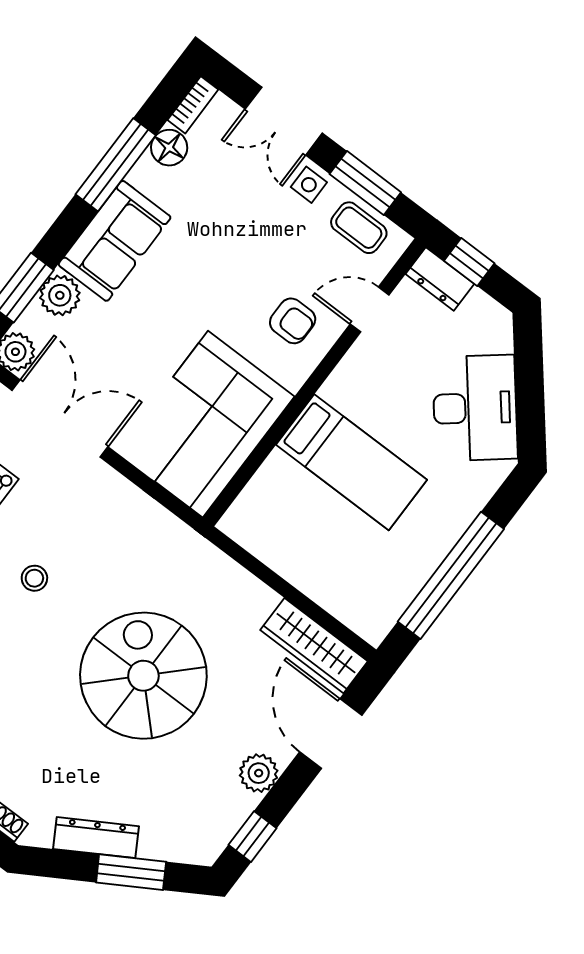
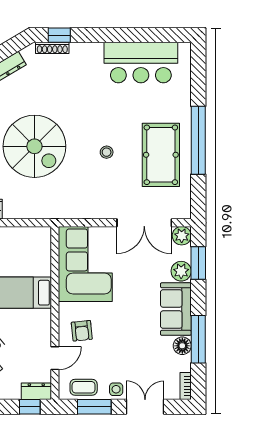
floor lamp: (169, 148) -> (182, 346), moved
armchair: (293, 321) -> (82, 331), turned -96

